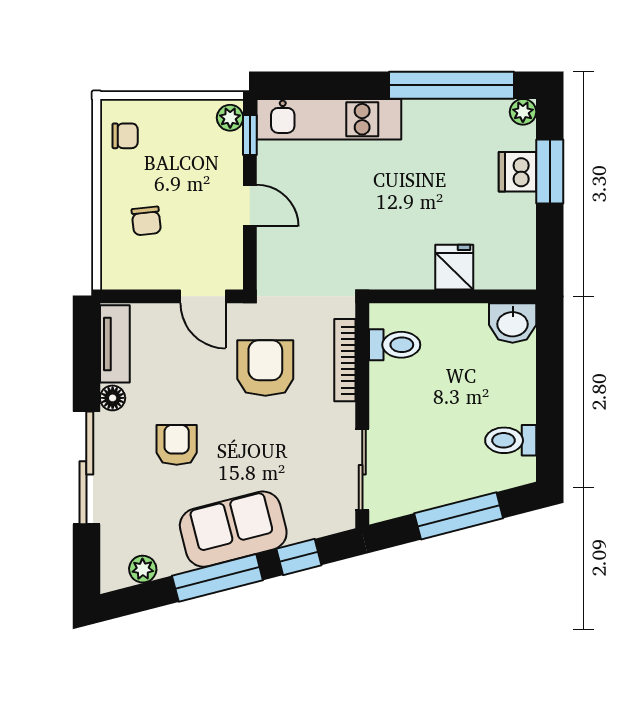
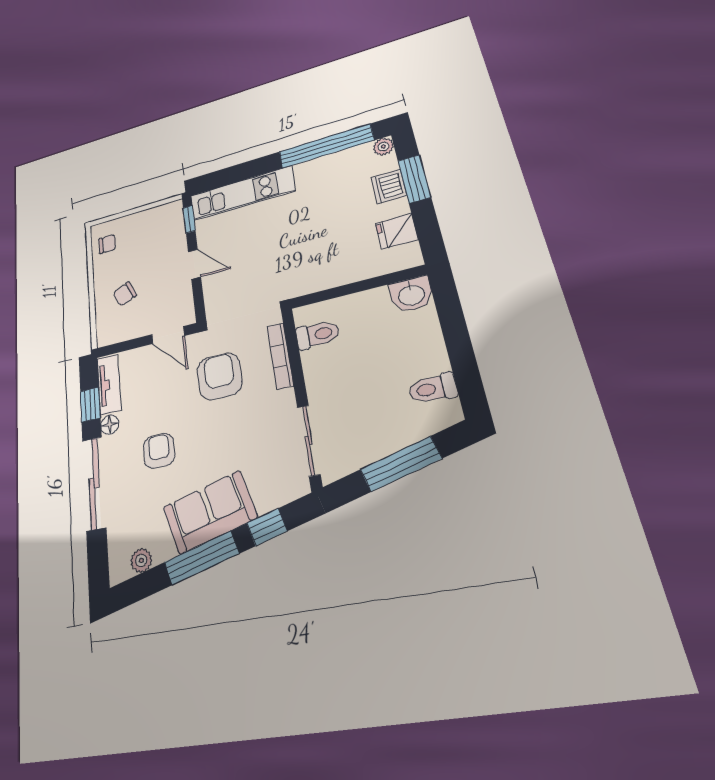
plant: (230, 118) -> (175, 213), removed
chair: (146, 221) -> (125, 294), turned 72
fridge: (454, 267) -> (397, 231), moved, turned -90
window: (86, 365) -> (90, 405), added

